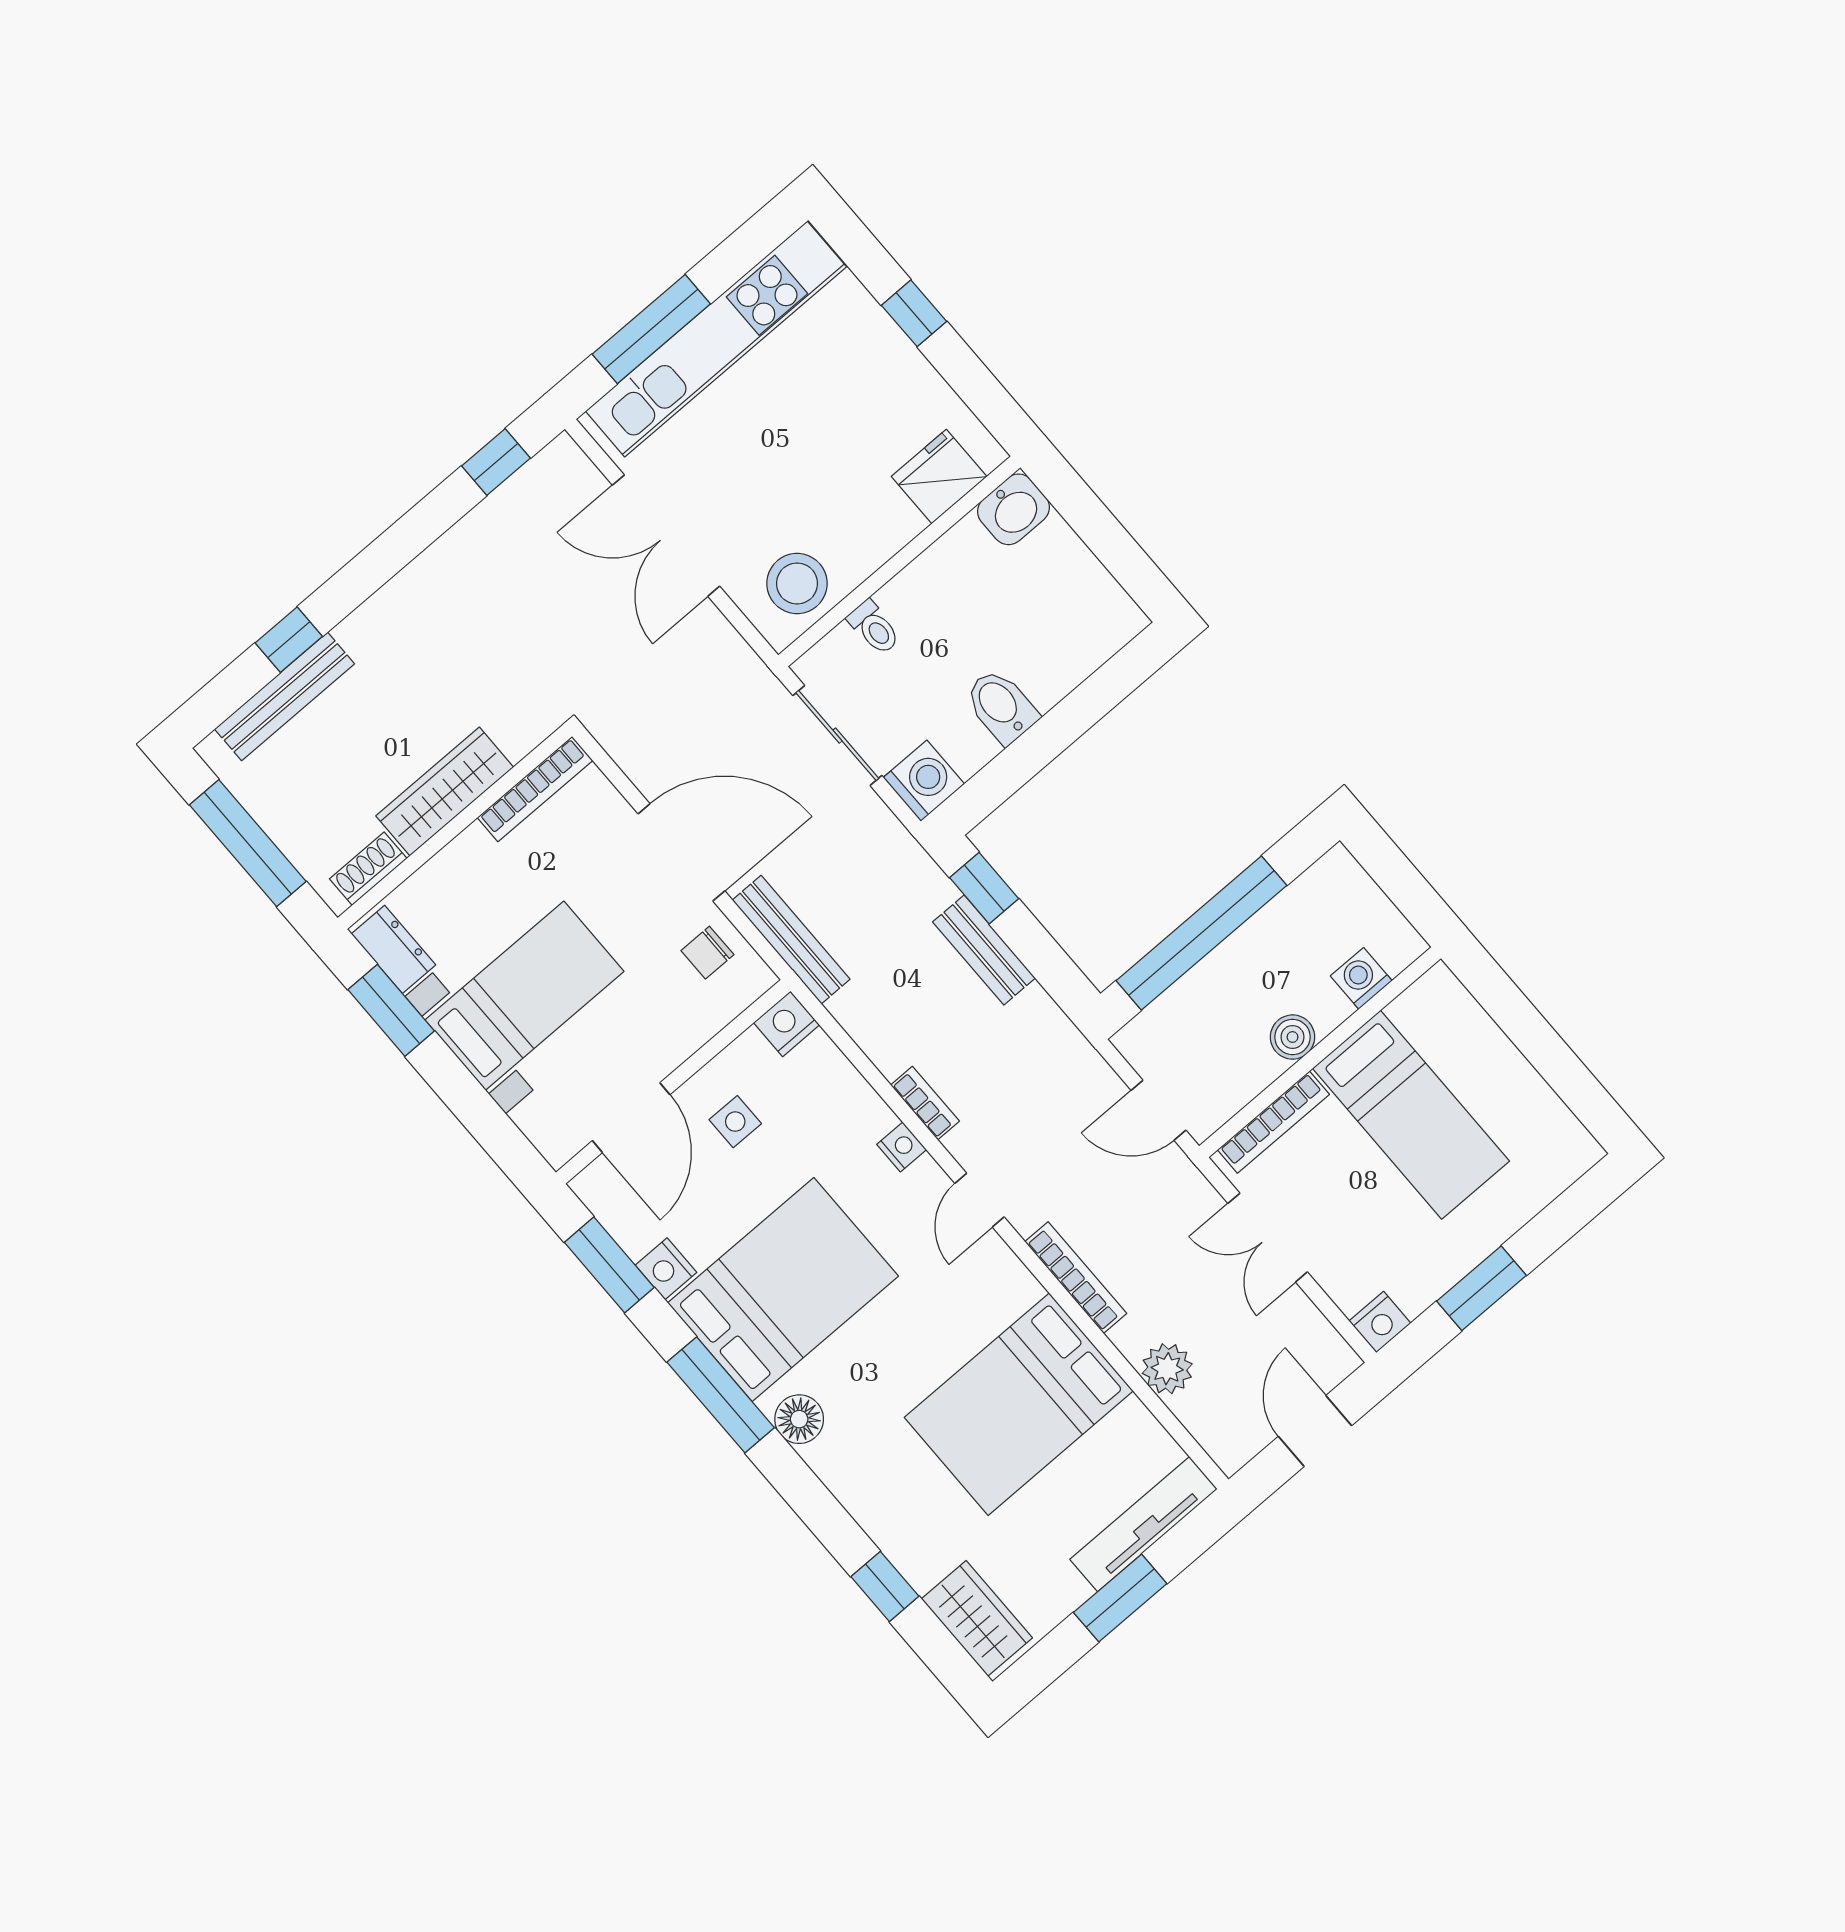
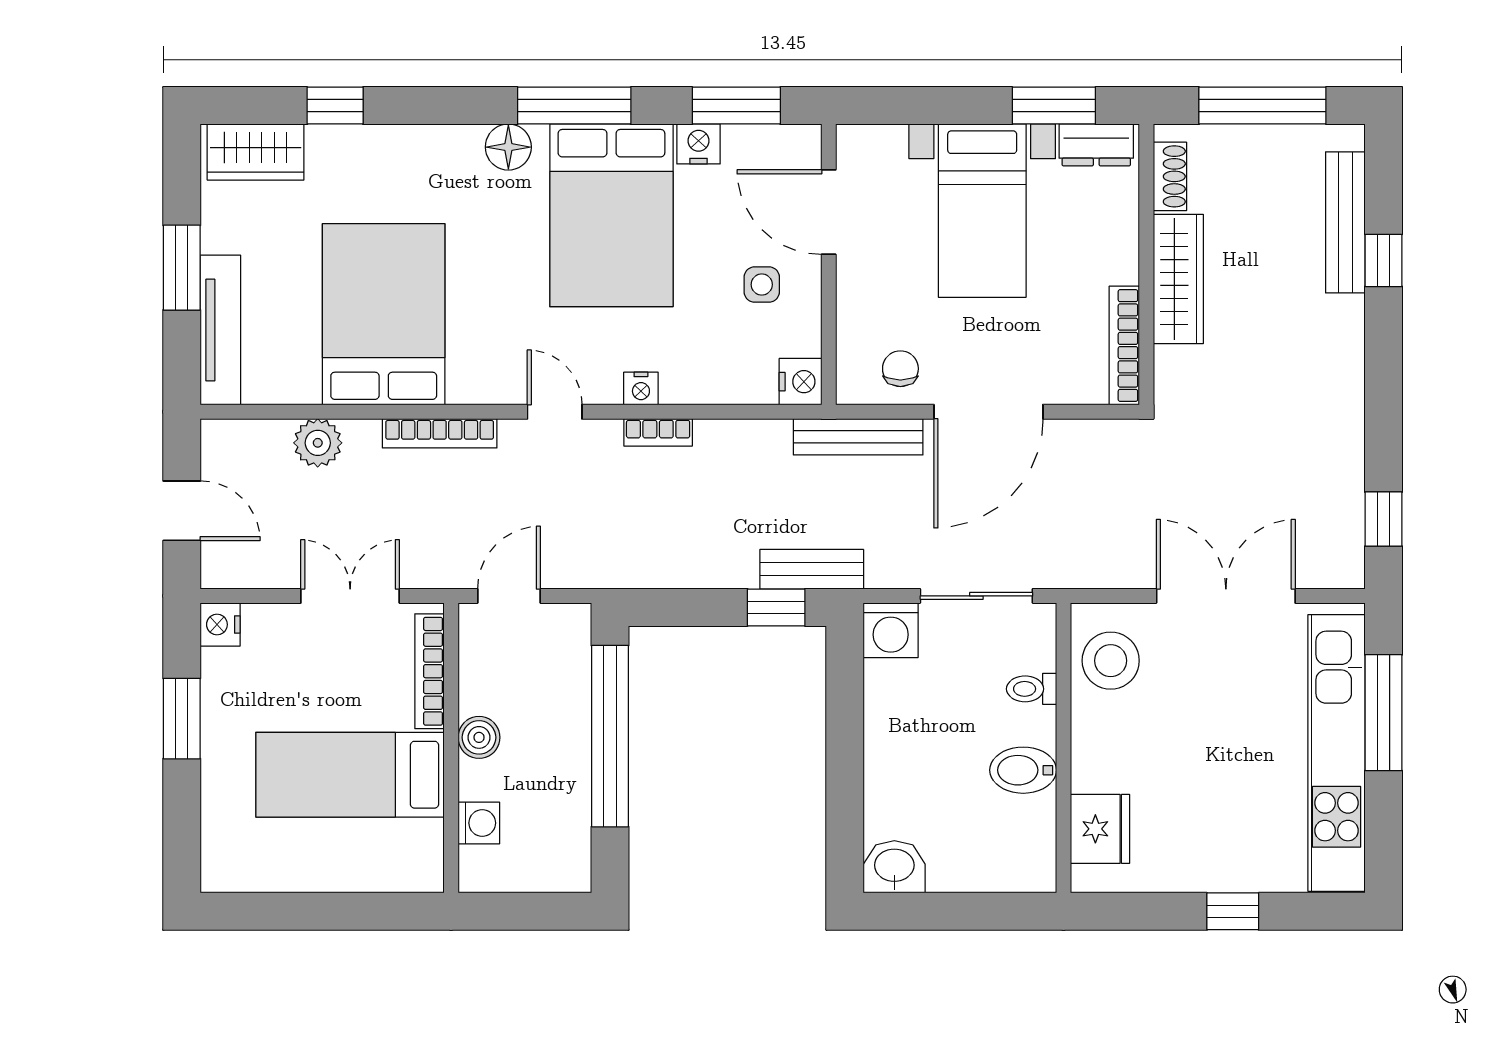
washbasin: (1014, 509) -> (894, 867), moved, turned 90
bidet: (1001, 706) -> (1023, 770), moved, turned 180
bench: (984, 950) -> (812, 569), moved

